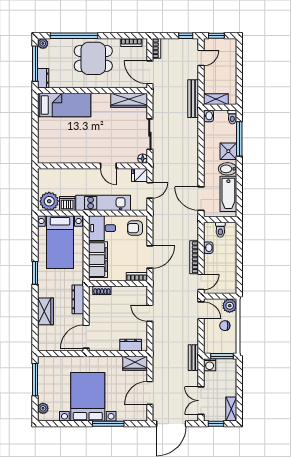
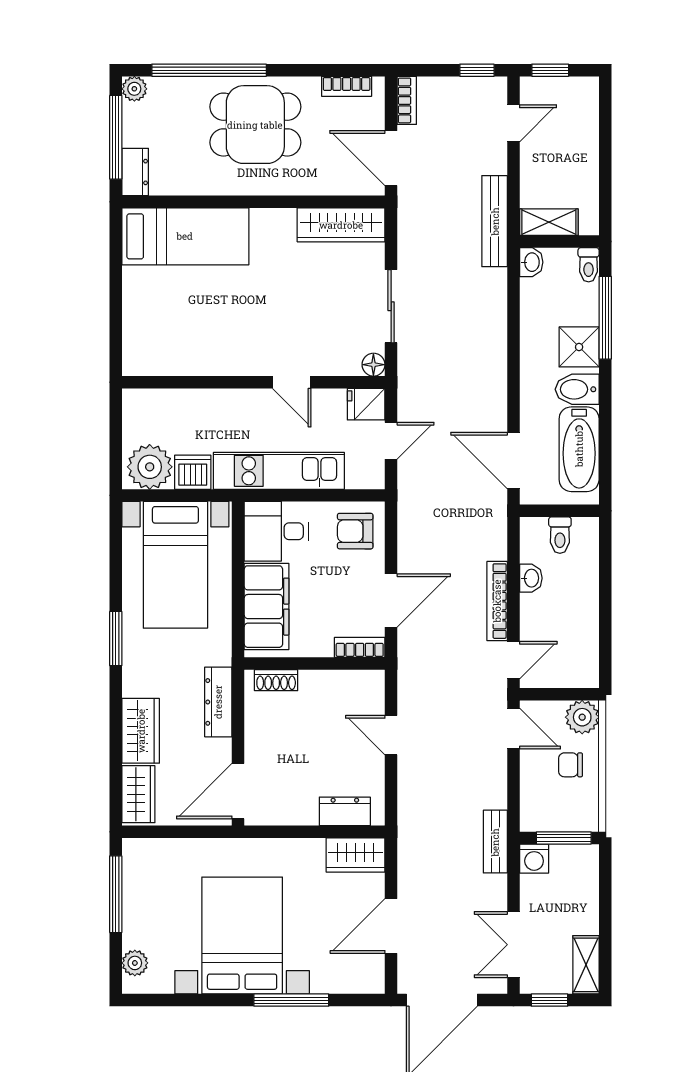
wardrobe: (44, 338) -> (138, 794), added

